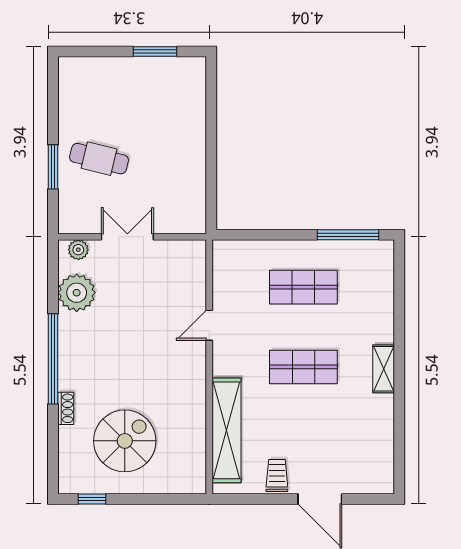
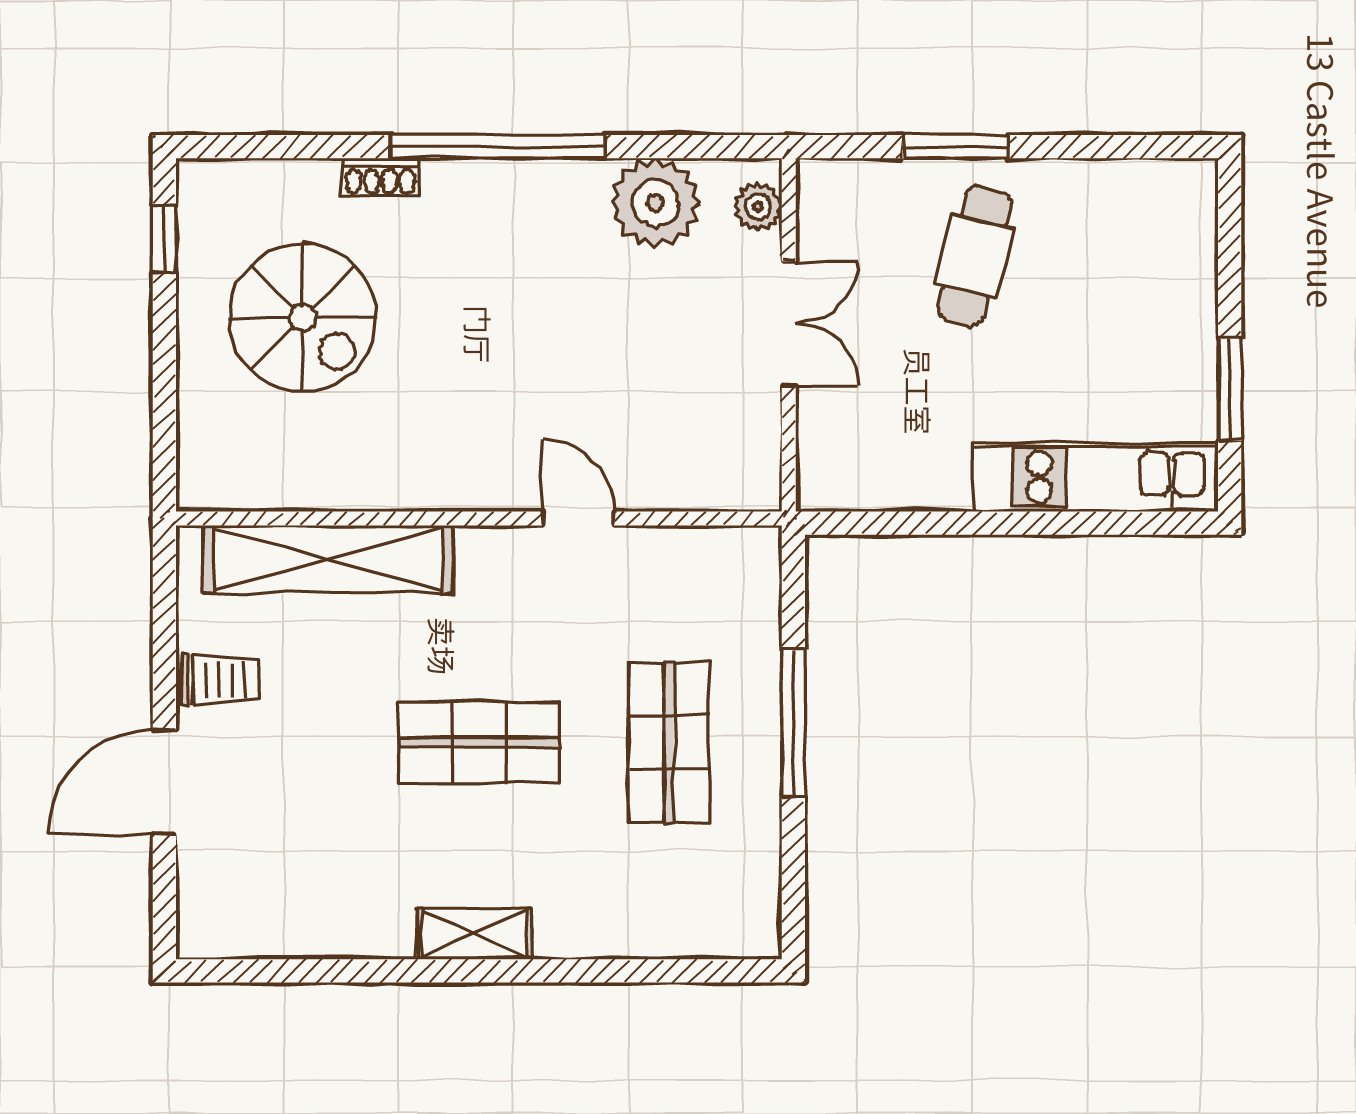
kitchen unit: (192, 108) -> (1096, 477), added
window: (348, 235) -> (793, 723), moved
shop shelf: (303, 367) -> (479, 742), turned 90

